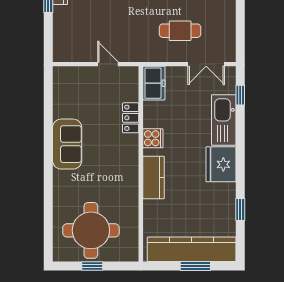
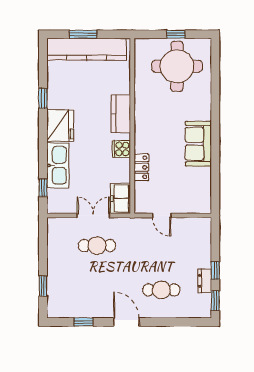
double door: (206, 64) -> (93, 216), moved
window: (240, 210) -> (43, 98), moved

